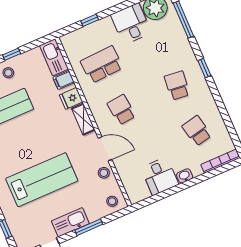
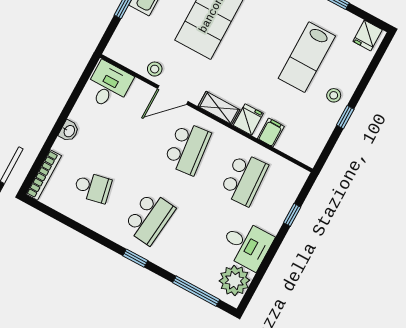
kitchen sink: (54, 57) -> (299, 148), removed
school desk: (177, 86) -> (149, 218), width x1.85
school desk: (121, 110) -> (187, 148), width x1.85
desk: (160, 176) -> (109, 85), moved, turned 90
stool: (112, 201) -> (123, 46), removed

